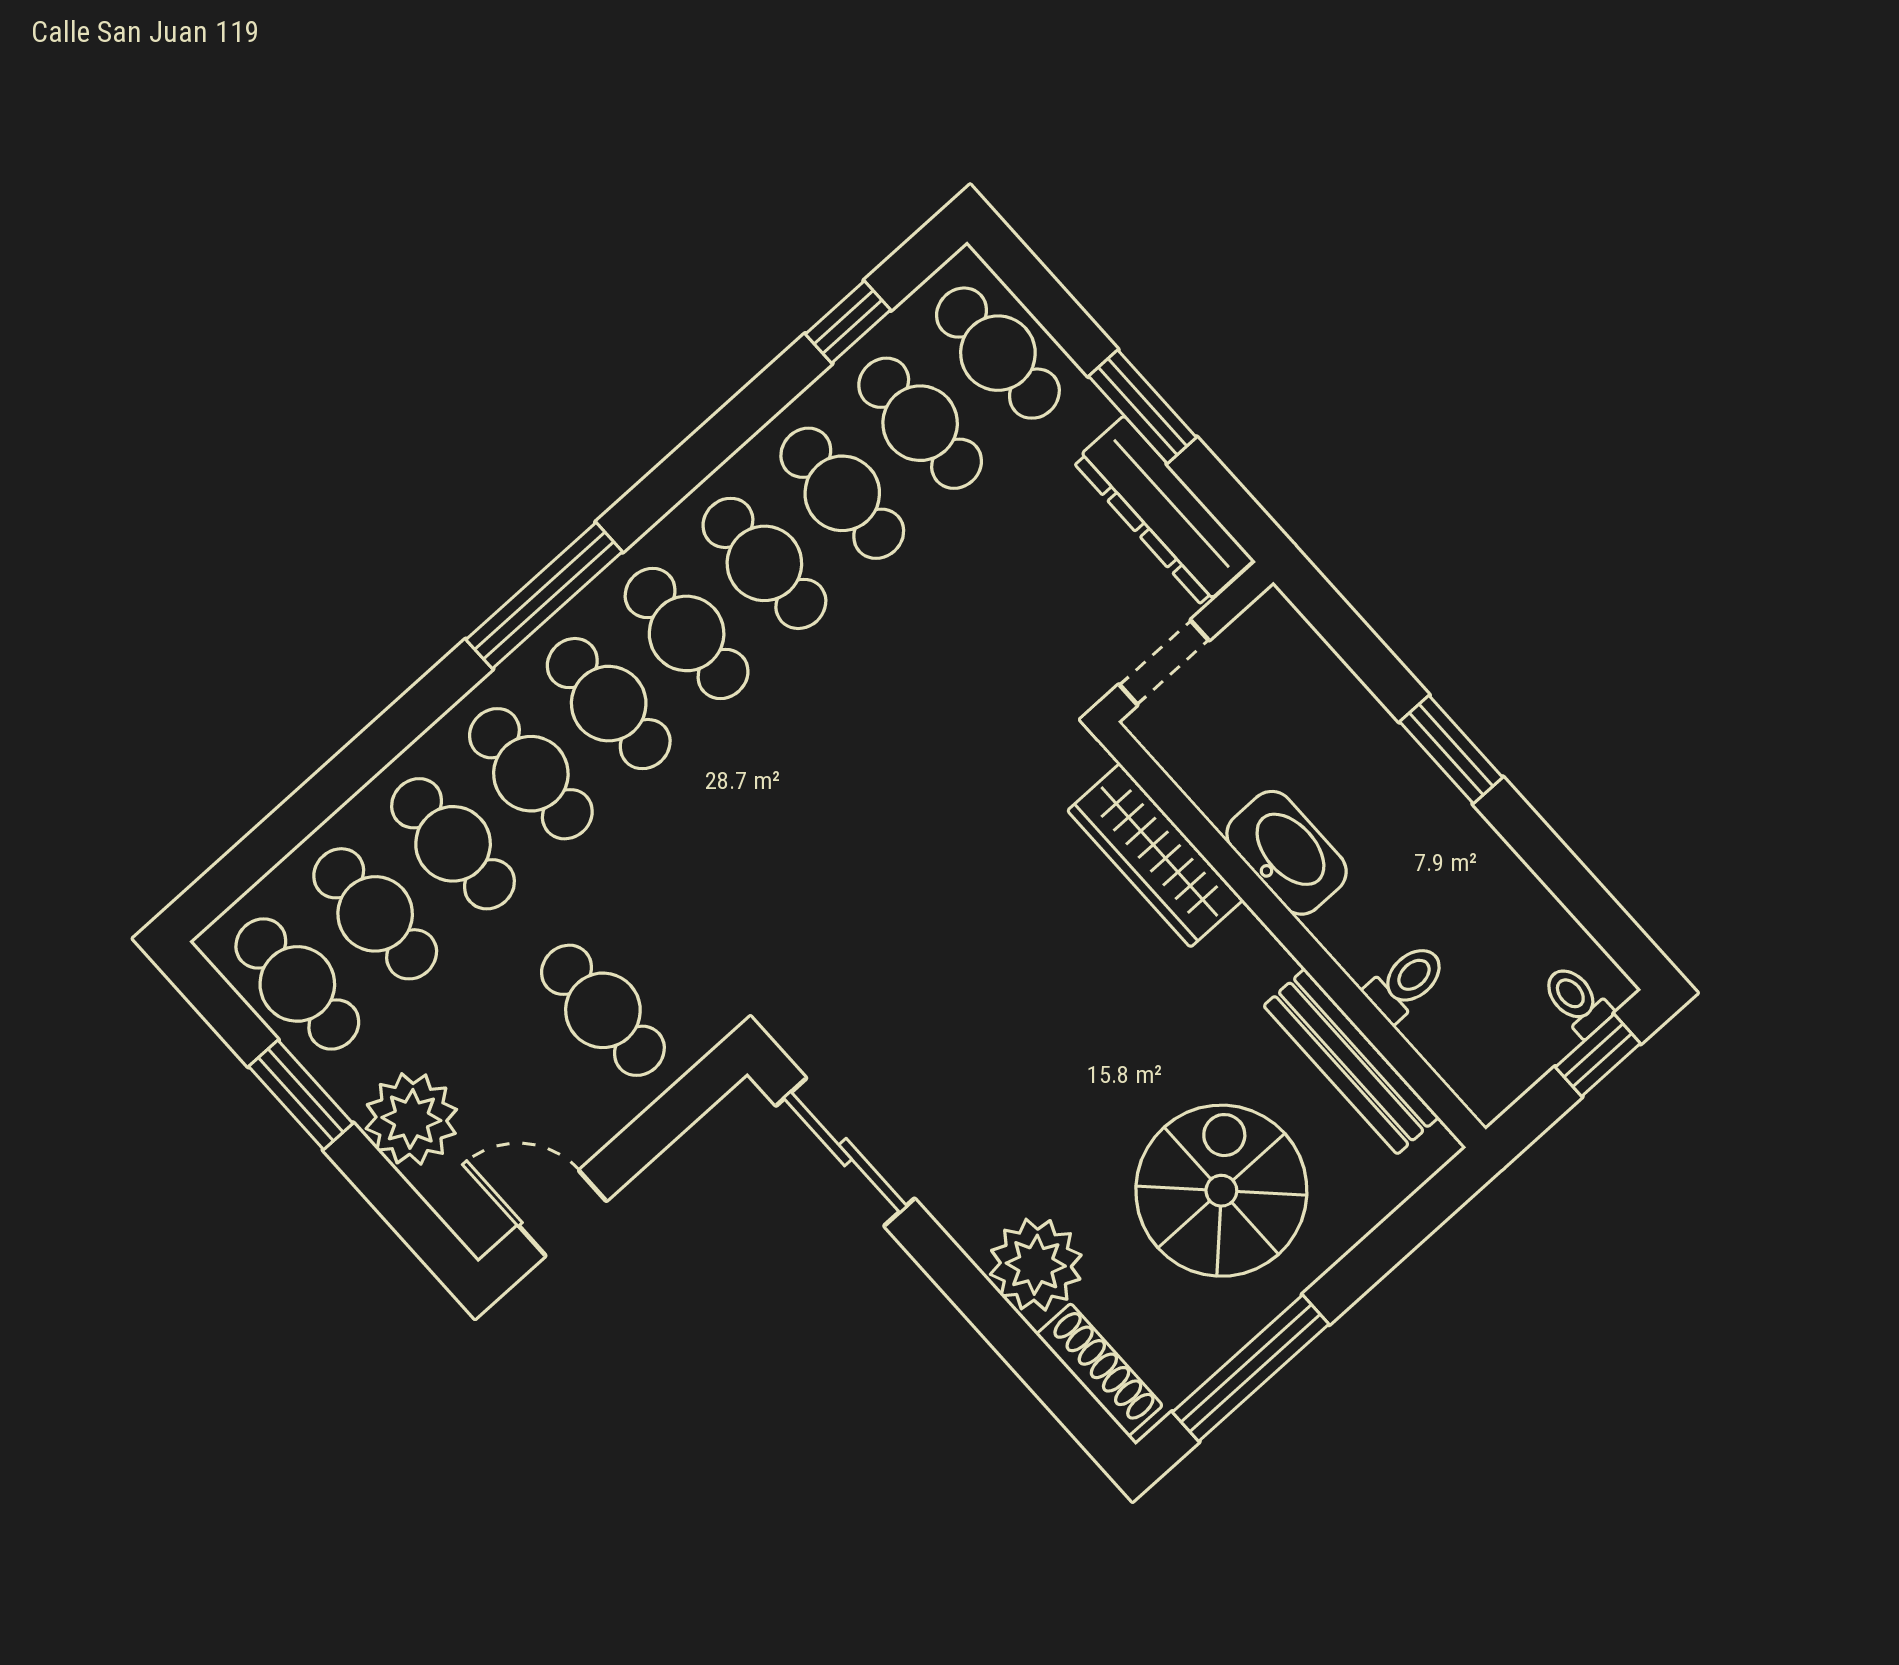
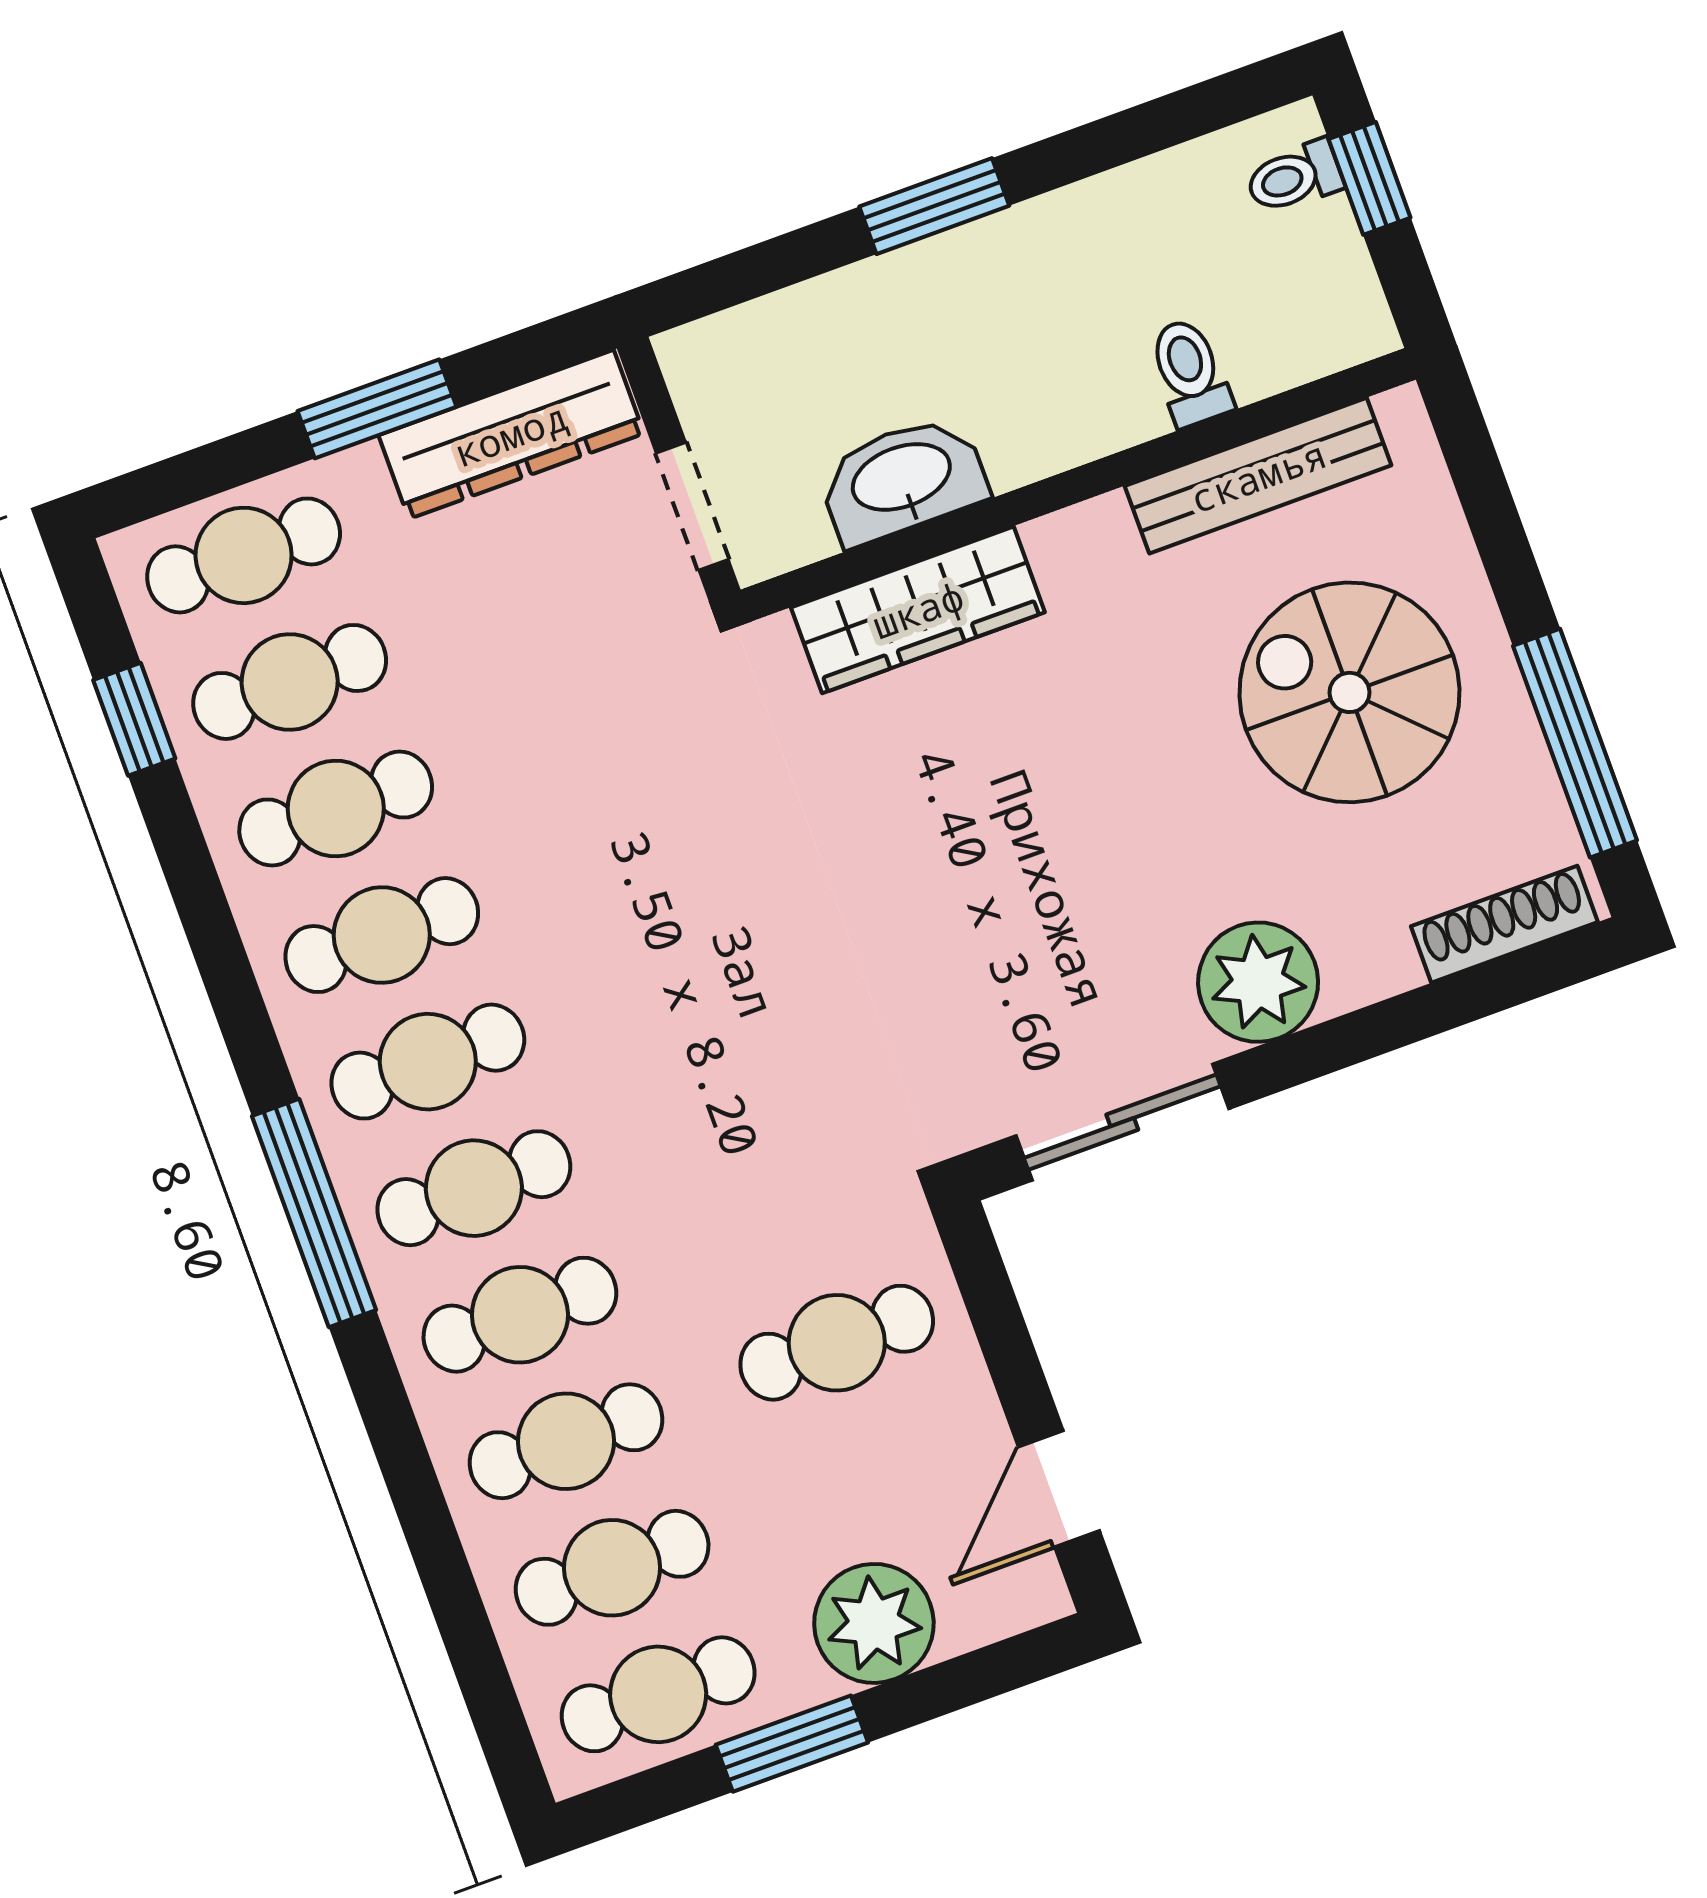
washbasin: (1287, 853) -> (902, 480), moved
plant: (1036, 1265) -> (1258, 982), moved

